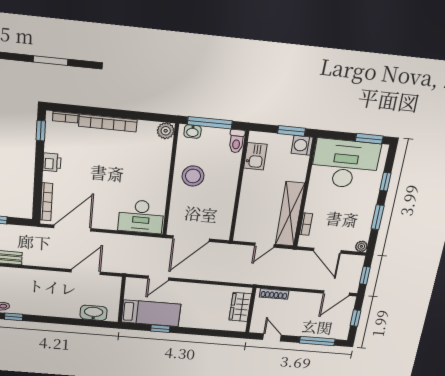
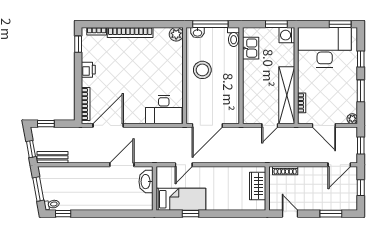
washbasin: (94, 313) -> (146, 182), moved, turned -90
window: (317, 341) -> (331, 214), width x0.69

